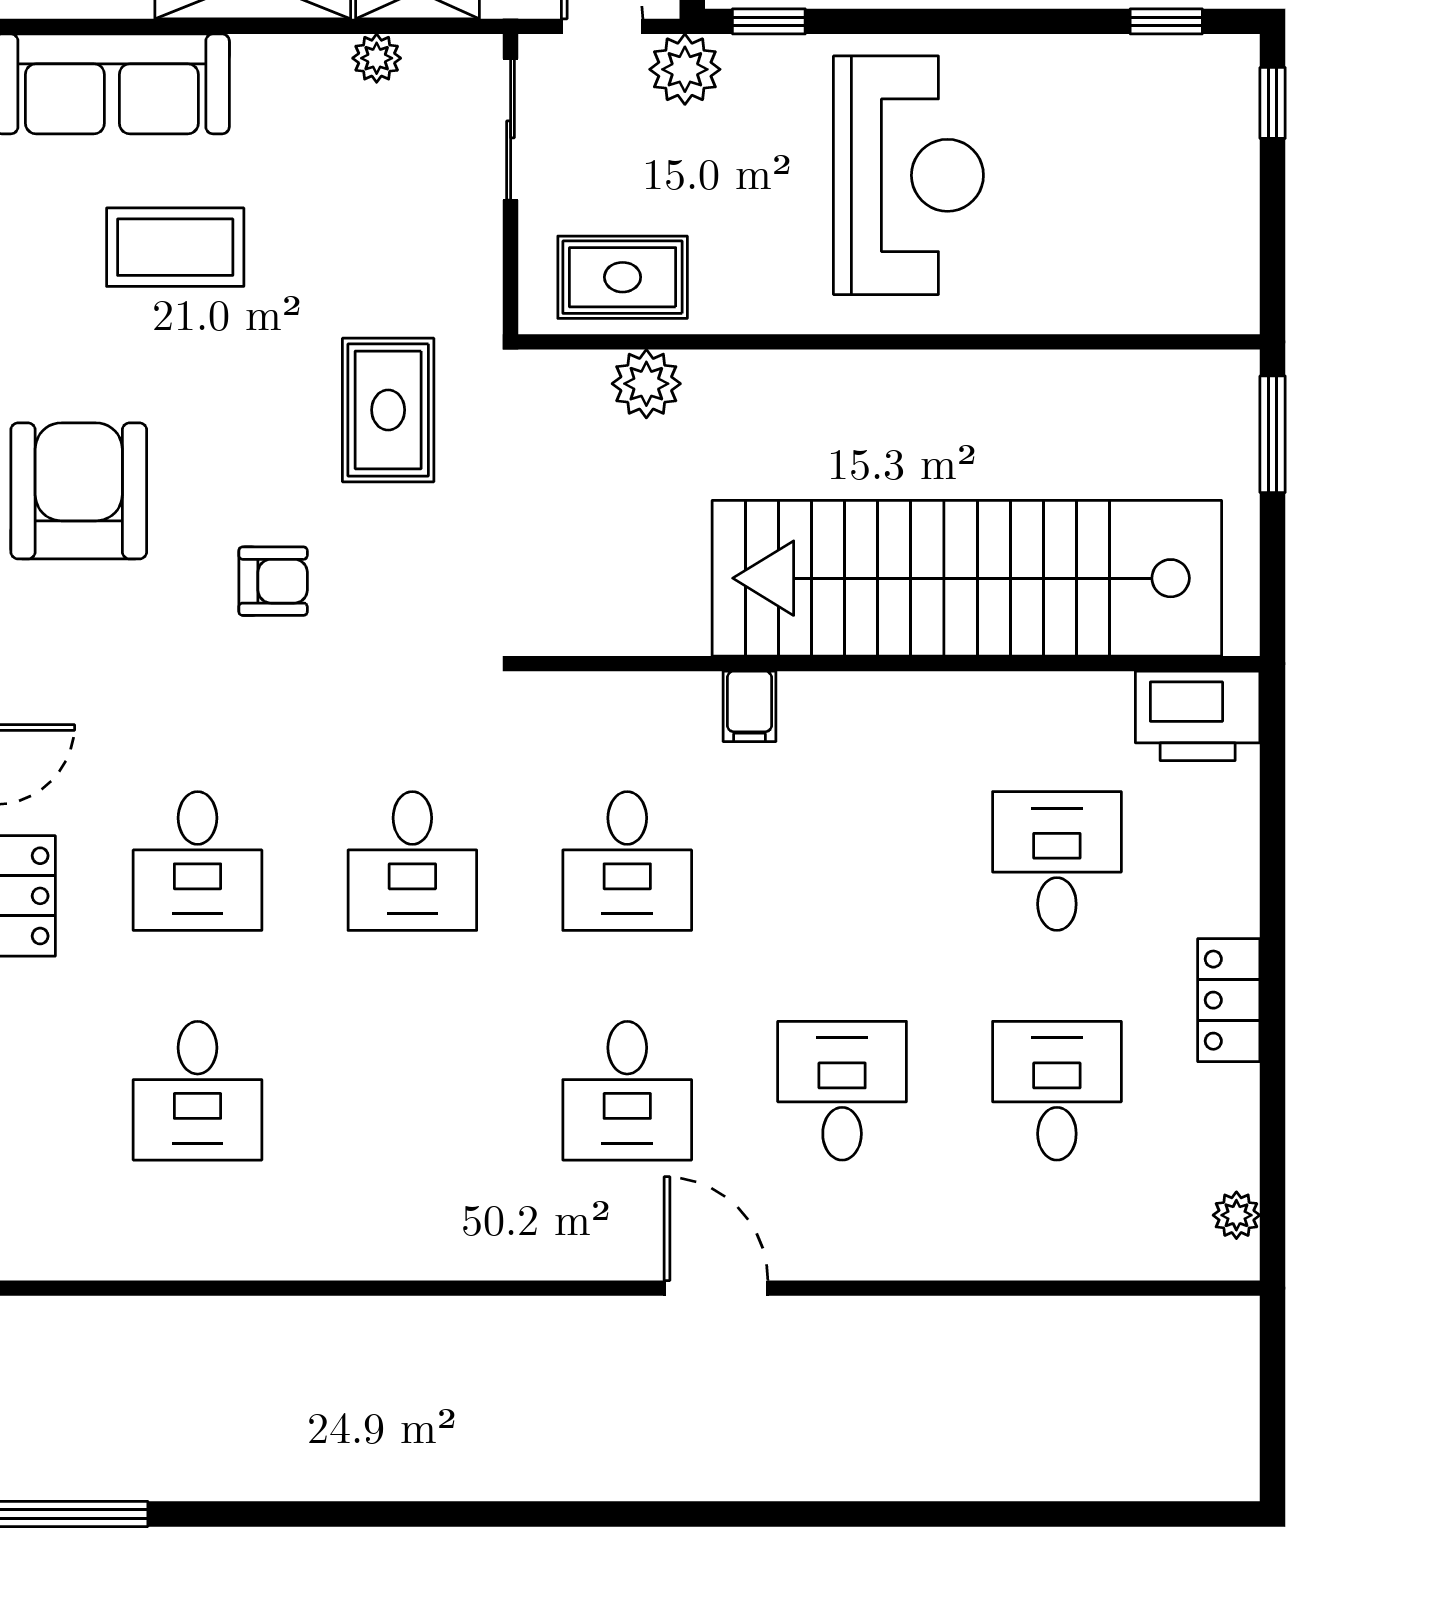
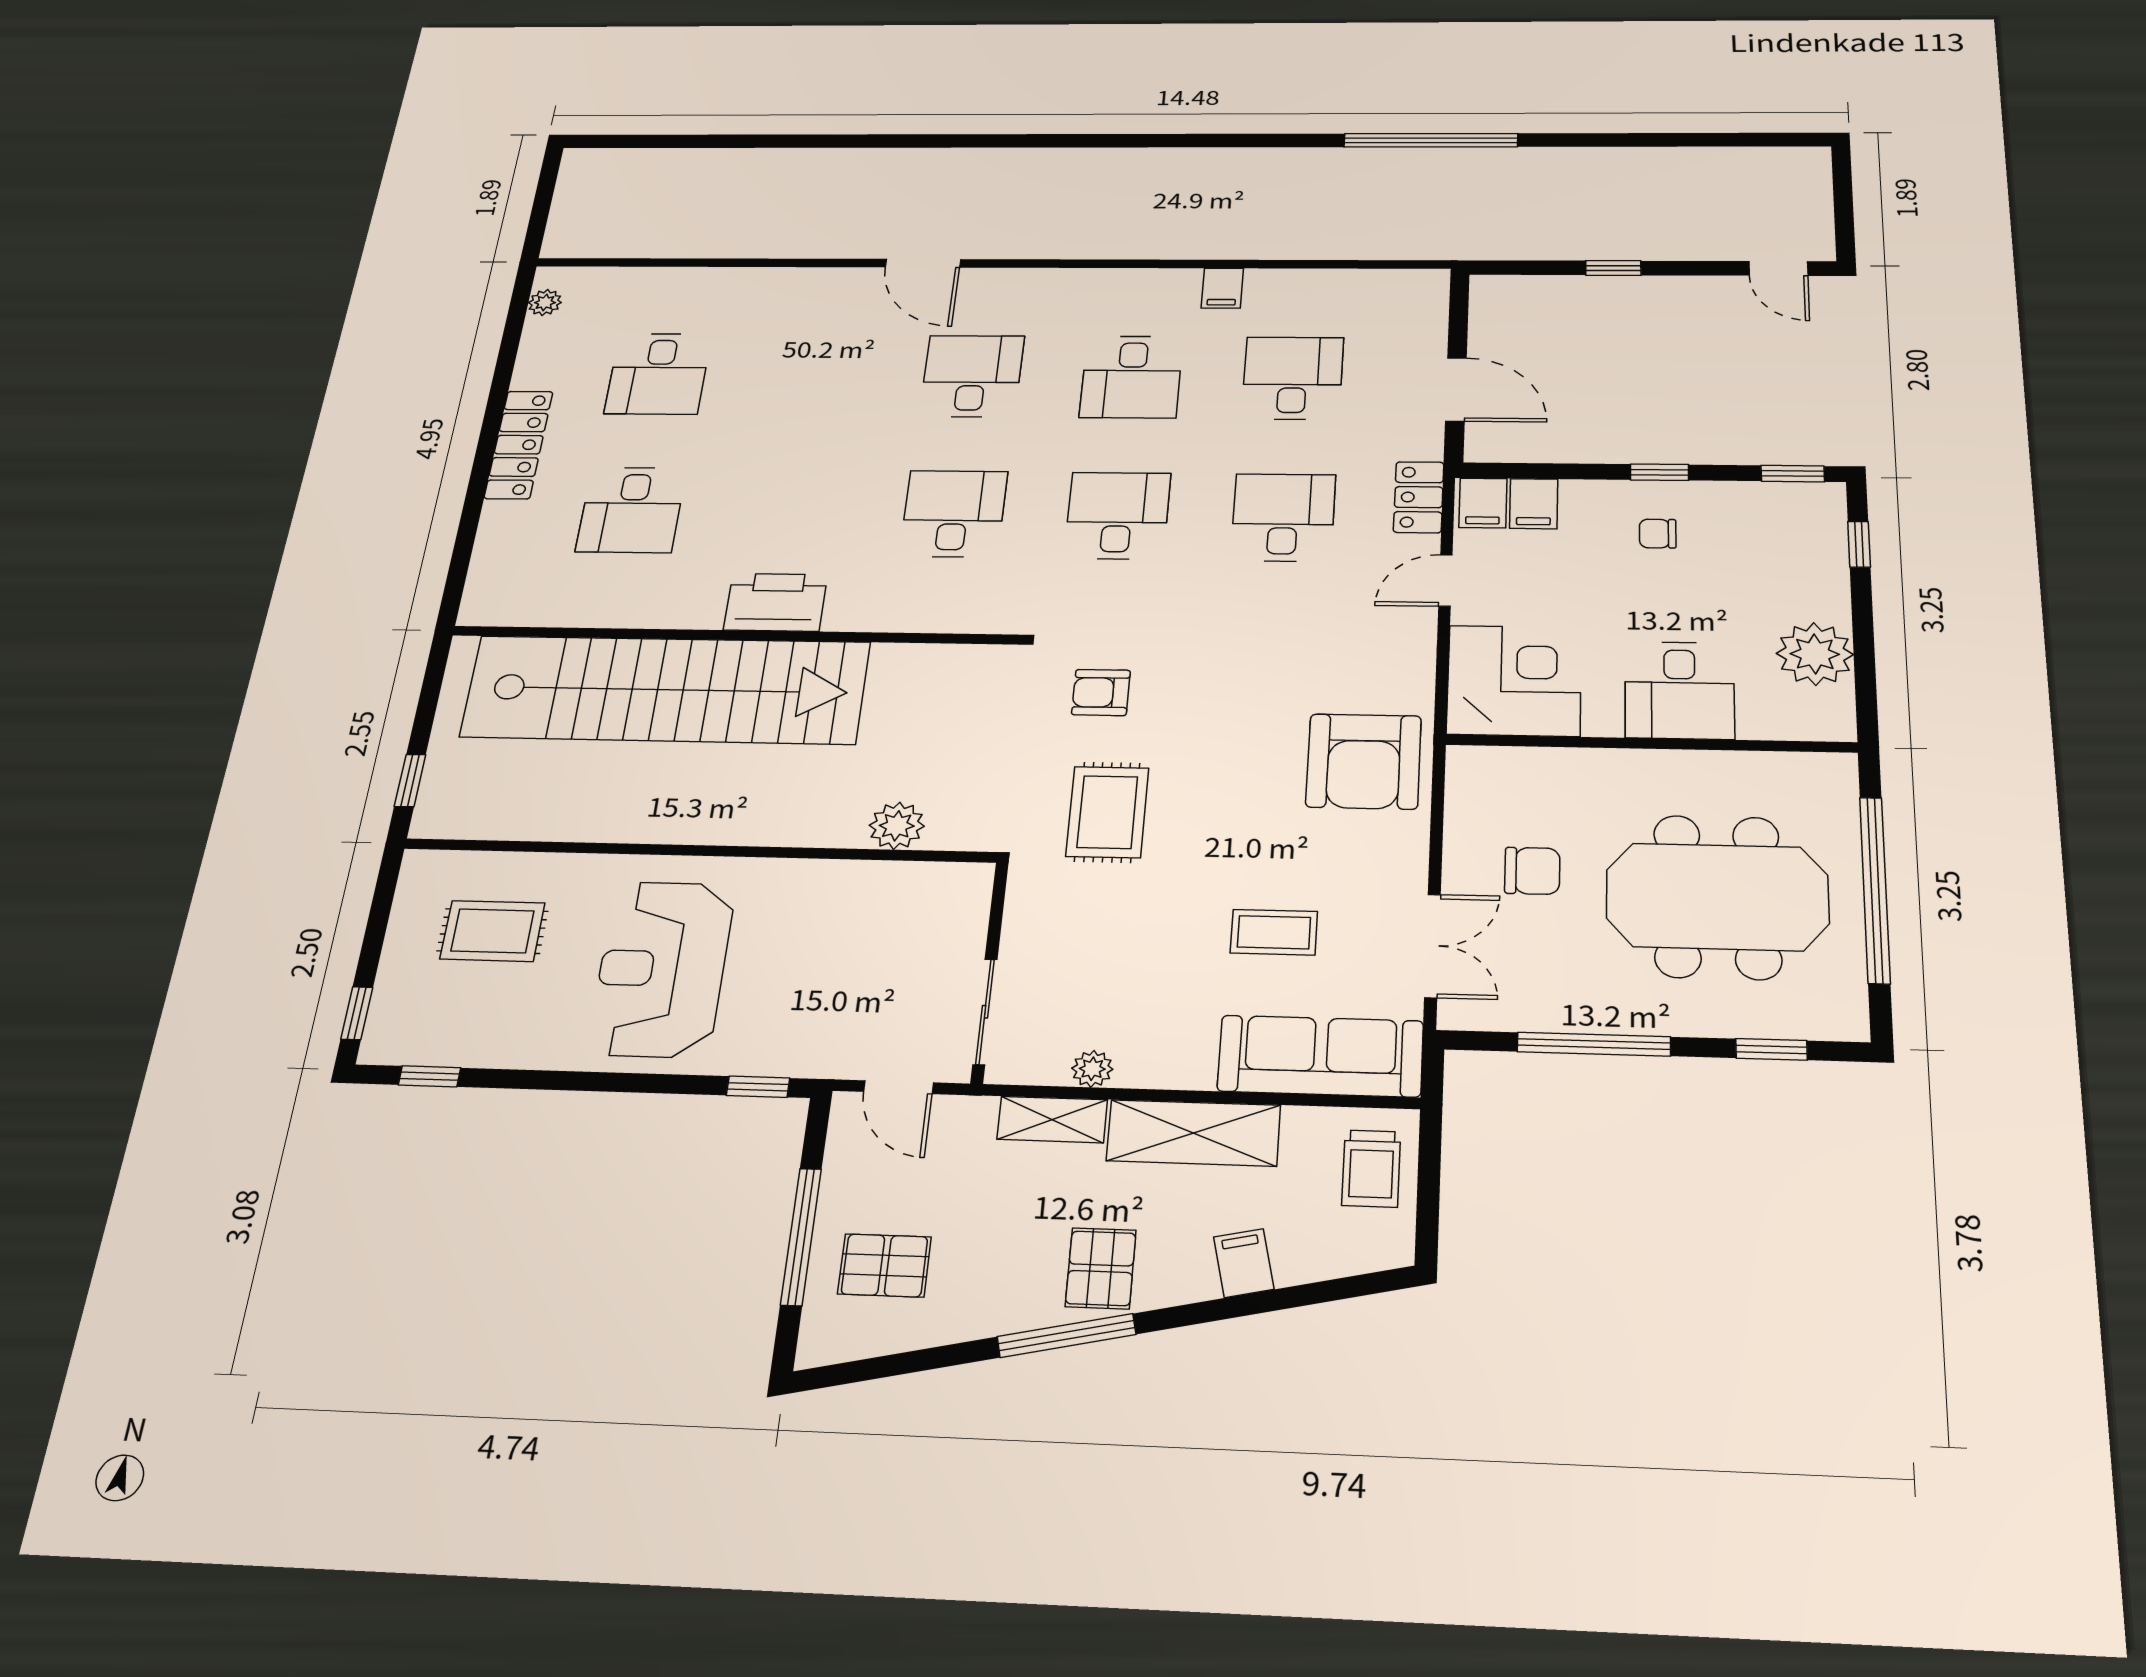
plant: (685, 69) -> (833, 1053), removed
coffee table: (175, 247) -> (1274, 932), width x0.73, depth x0.77
rug: (623, 277) -> (492, 931), moved
window: (1273, 434) -> (410, 780), width x0.67
armchair: (273, 581) -> (1101, 692), moved
filing cabinet: (749, 706) -> (1222, 288), moved, turned 180
printer: (1198, 716) -> (776, 602), moved
locker: (1229, 1000) -> (519, 445), width x1.53
desk: (842, 1091) -> (1131, 377), moved

